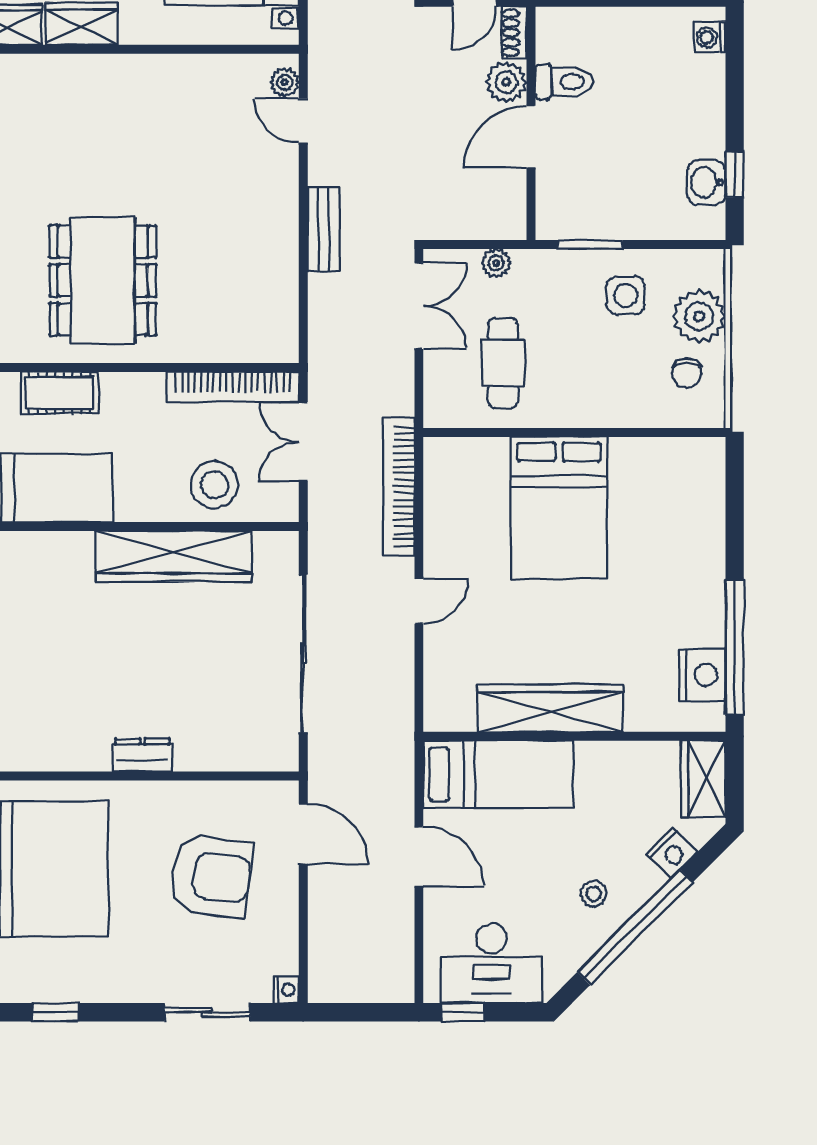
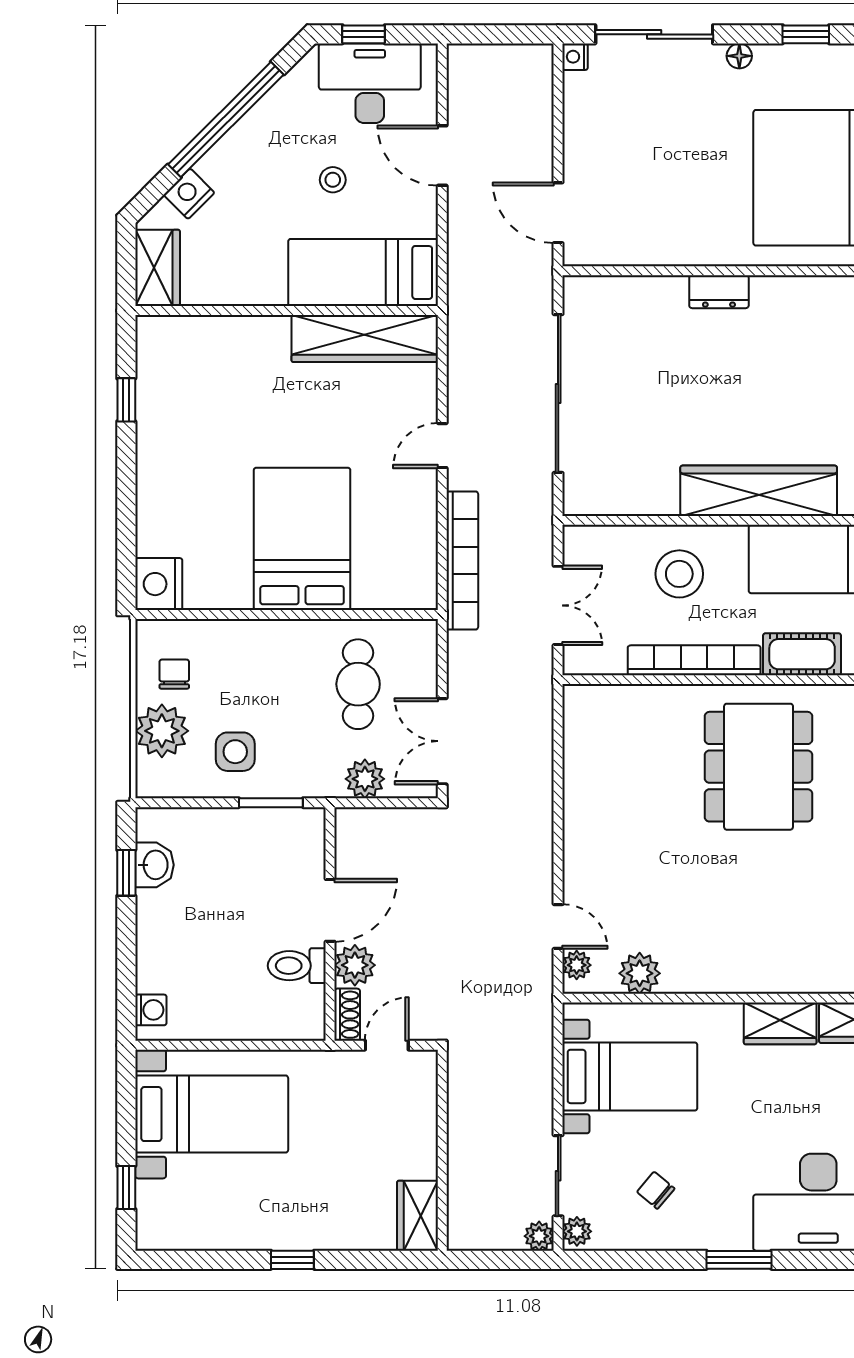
plant: (222, 74) -> (640, 973), added
bench: (324, 229) -> (538, 818), removed
plant: (496, 263) -> (365, 779), width x1.38, depth x1.38
bookcase: (233, 387) -> (694, 660), moved
stool: (215, 485) -> (679, 574), moved
wardrobe: (173, 556) -> (759, 491), moved
window: (735, 647) -> (126, 400), width x0.32
nightstand: (702, 675) -> (159, 584), moved
wardrobe: (550, 708) -> (365, 339), moved
door: (419, 857) -> (442, 156), moved
armchair: (211, 876) -> (650, 170), removed
stool: (594, 894) -> (333, 180), moved
floor lamp: (122, 991) -> (739, 56), added
sliding door: (207, 1012) -> (654, 34), width x1.37
window: (463, 1012) -> (364, 34), moved

